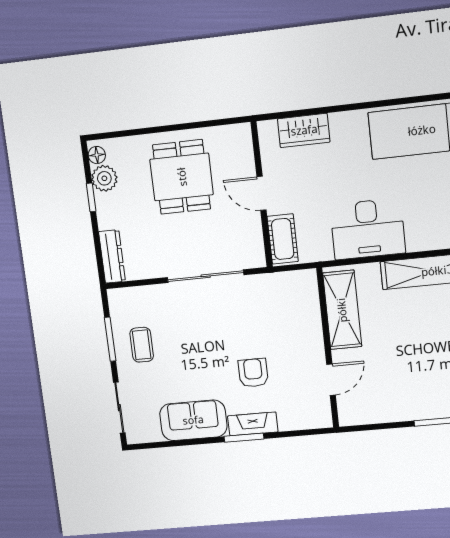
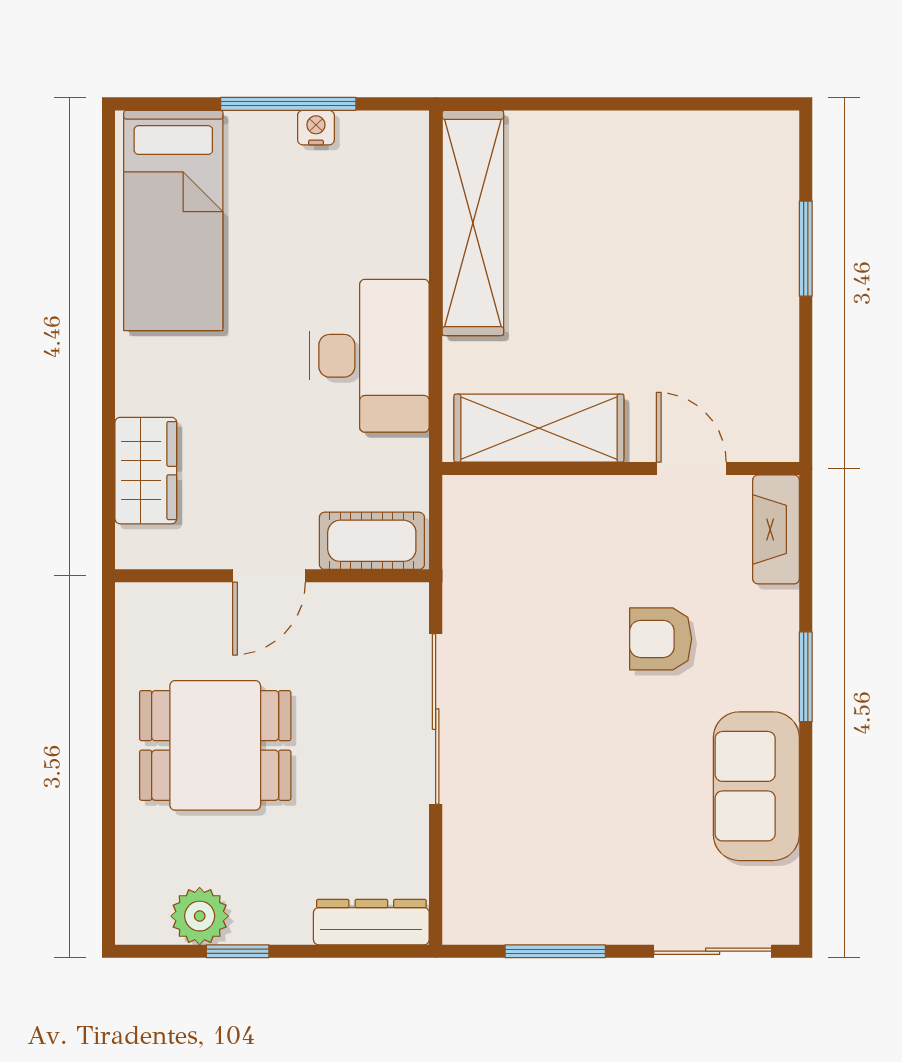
floor lamp: (97, 155) -> (148, 926), removed
coffee table: (142, 345) -> (574, 881), removed
fireplace: (253, 424) -> (776, 529), moved

